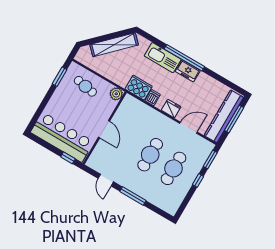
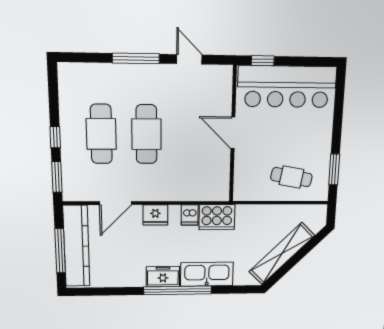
plant: (116, 94) -> (243, 191), removed

